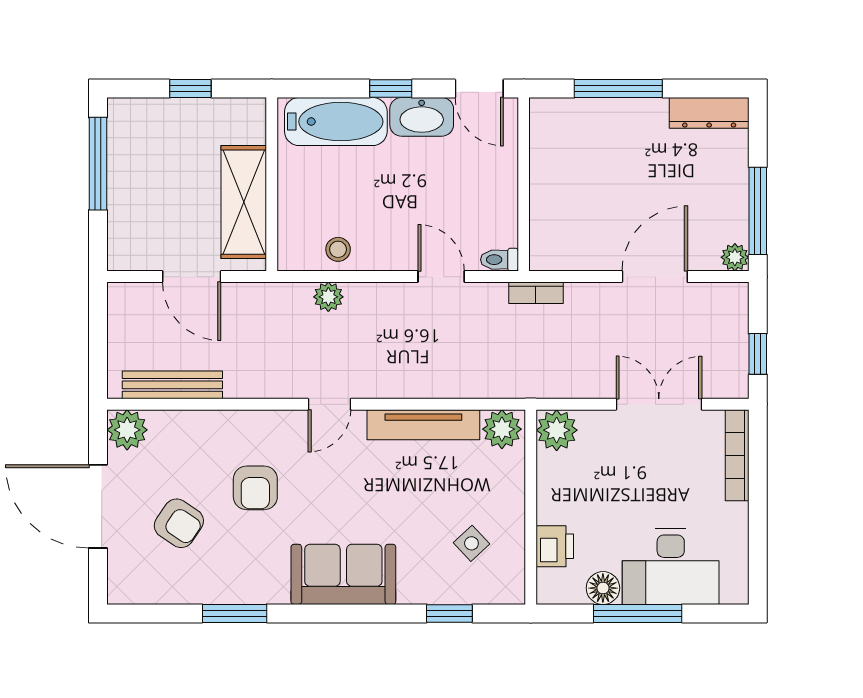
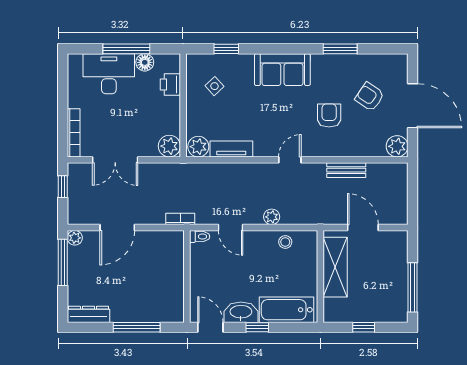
plant: (328, 297) -> (272, 217), moved
bench: (172, 385) -> (346, 170), moved, width x0.73
tv unit: (423, 425) -> (231, 149), width x0.71

